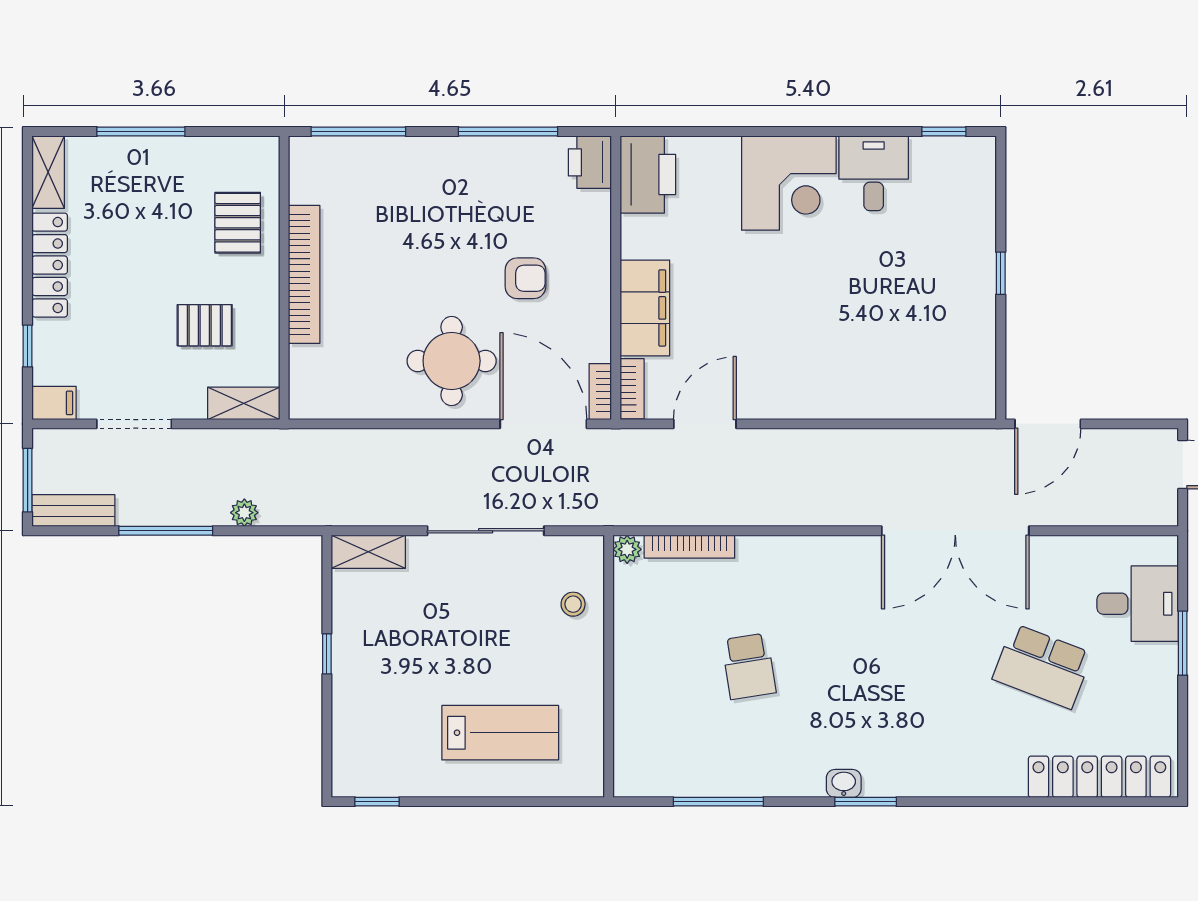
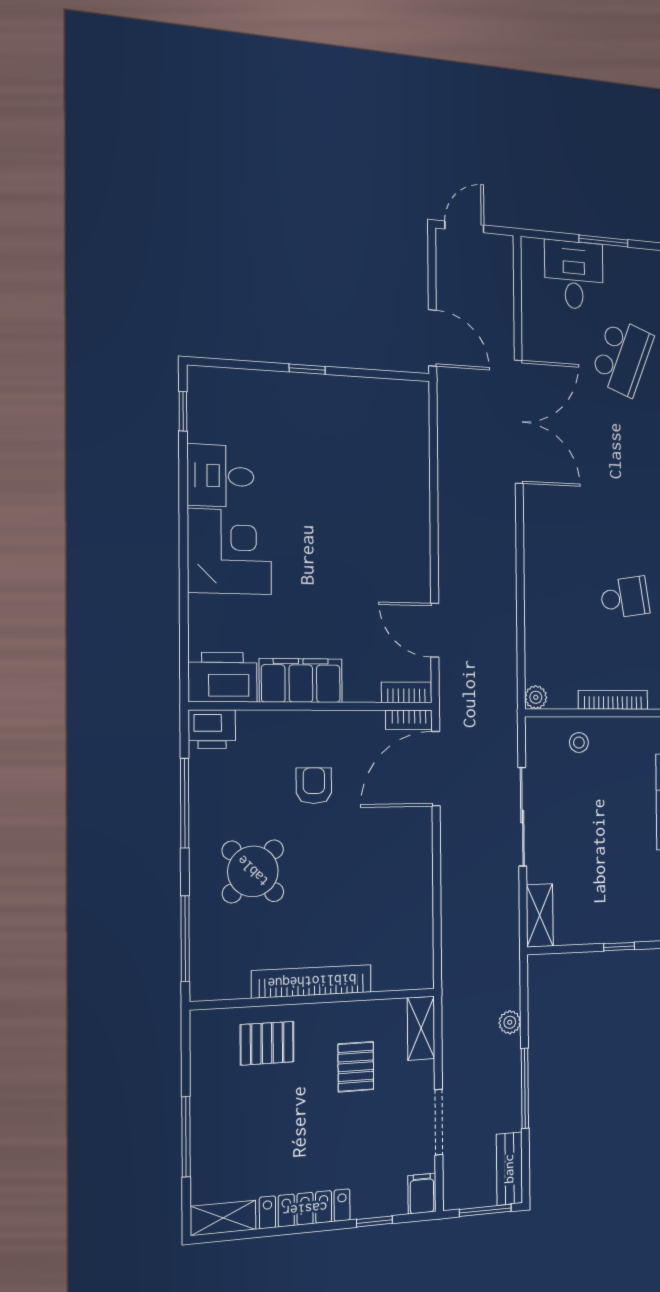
filing cabinet: (645, 308) -> (301, 681), moved
round table: (452, 361) -> (253, 871), moved, turned 45
bookcase: (689, 547) -> (613, 700), moved, turned -90

